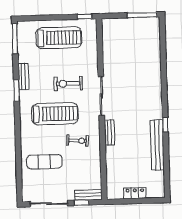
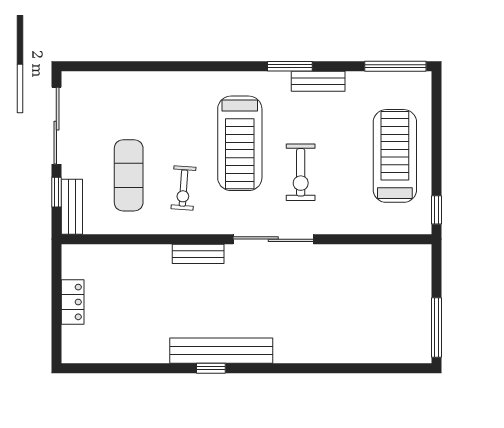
treadmill: (59, 38) -> (395, 156), turned 180
exercise bike: (68, 84) -> (301, 172), turned 180
bench: (157, 145) -> (221, 351), moved
exercise mat: (44, 162) -> (129, 175), moved

